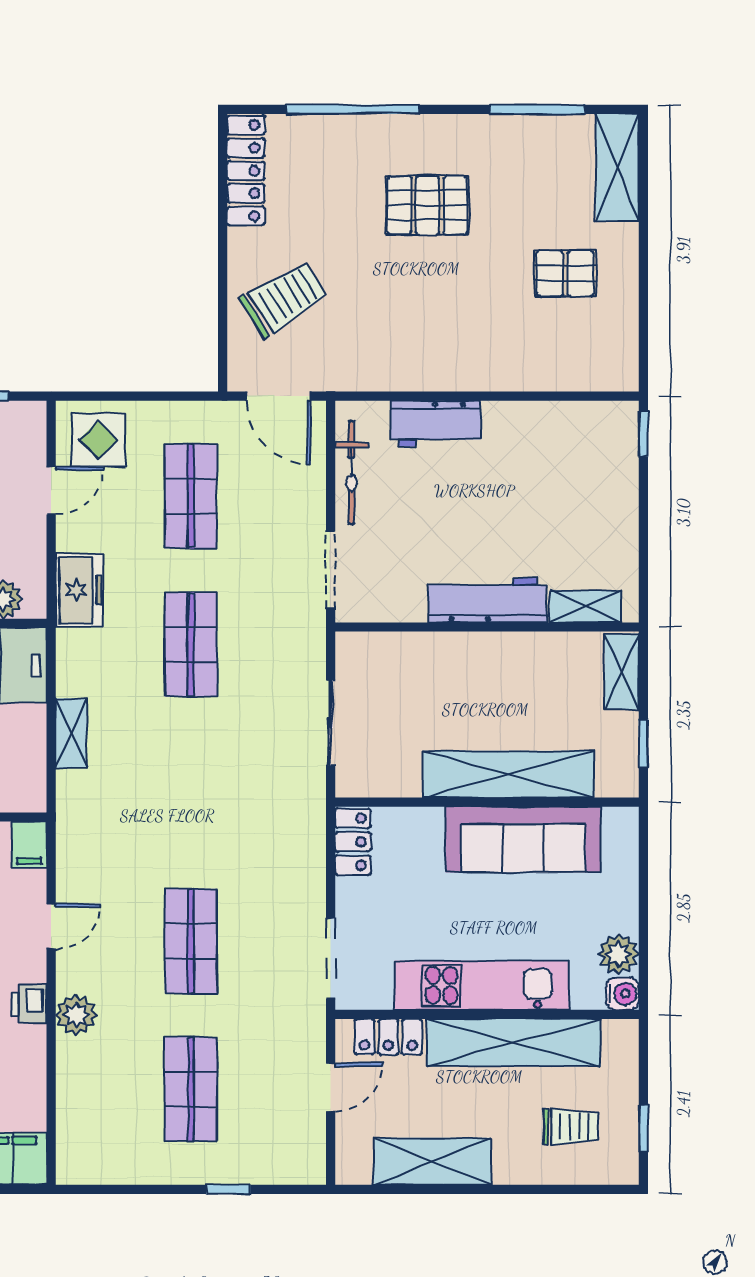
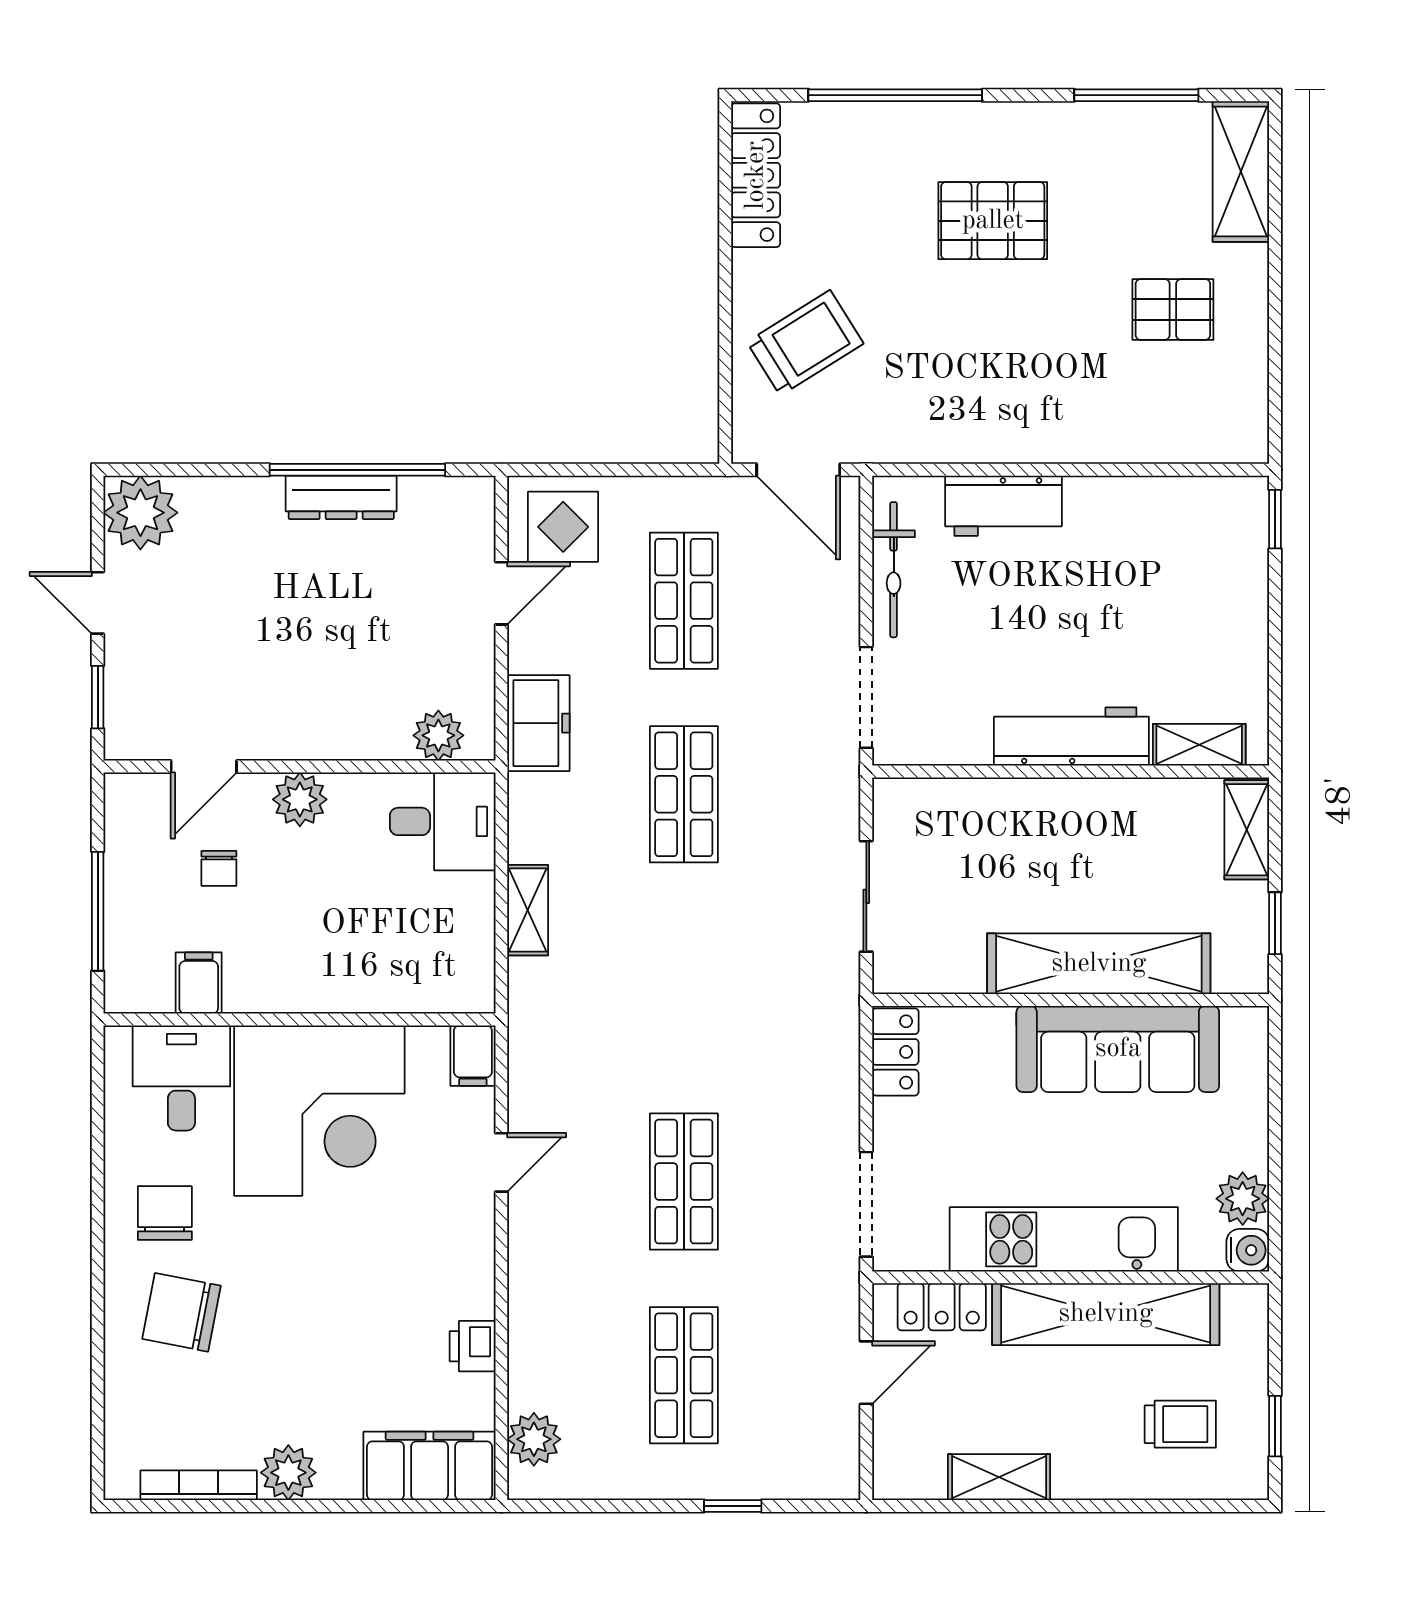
printer: (29, 1004) -> (473, 1346), moved
plant: (76, 1015) -> (534, 1439), moved
shelving: (432, 1161) -> (999, 1477), width x0.67, depth x0.75

